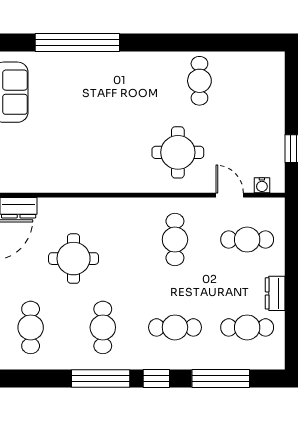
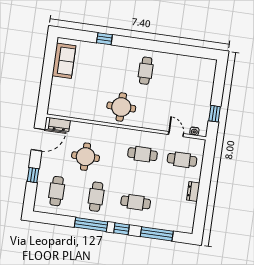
window: (77, 43) -> (104, 39), width x0.32
cafe table: (199, 81) -> (146, 71), moved
round table: (178, 152) -> (121, 107), moved
cafe table: (175, 240) -> (143, 154), turned 90
cafe table: (247, 327) -> (175, 208), removed

